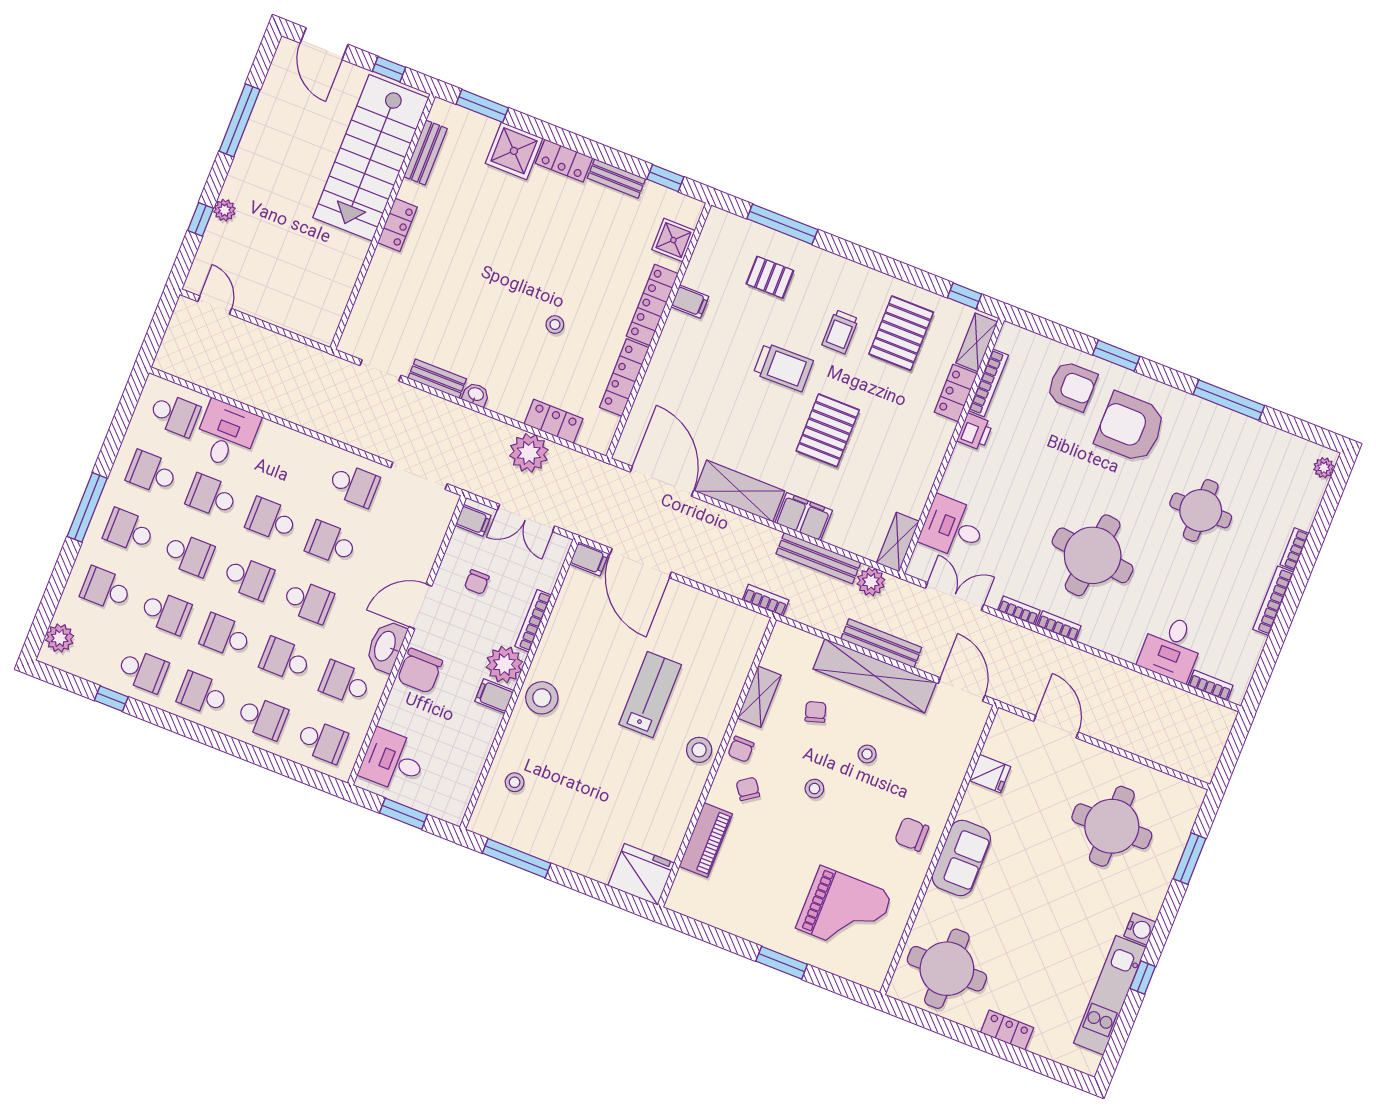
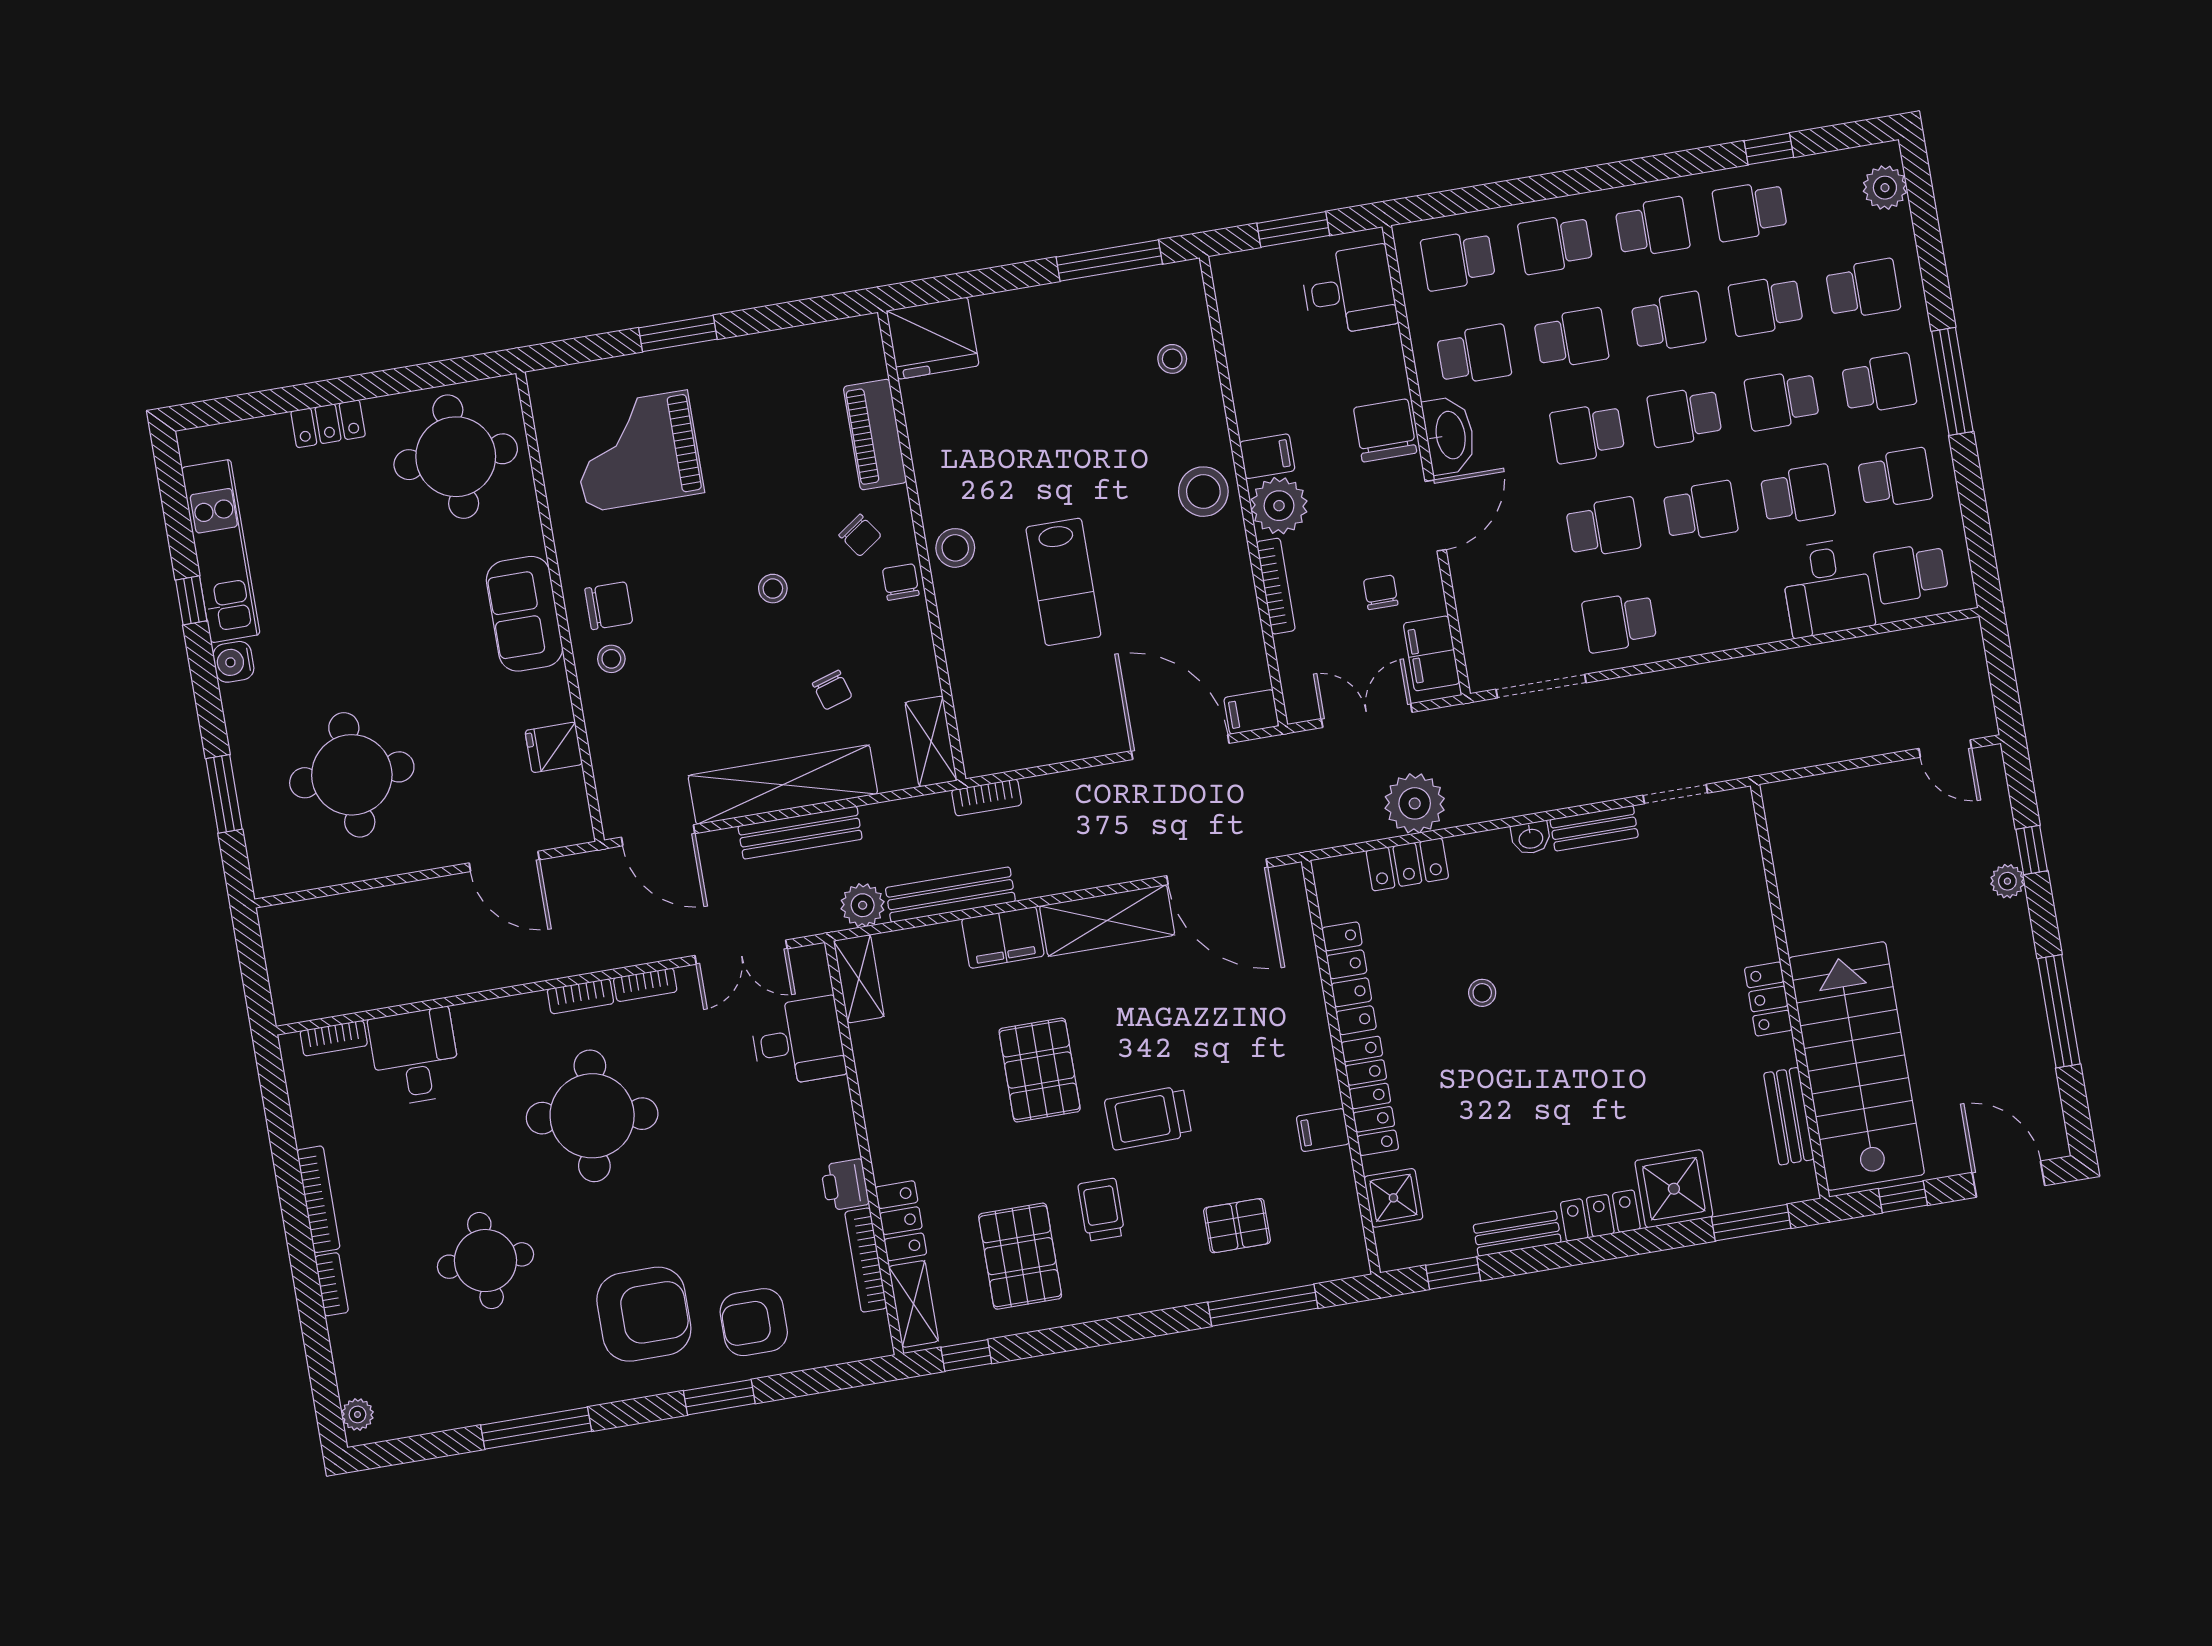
filing cabinet: (473, 520) -> (1432, 653), width x2.00
shelving: (759, 697) -> (931, 741), moved
stool: (867, 754) -> (611, 659), moved

